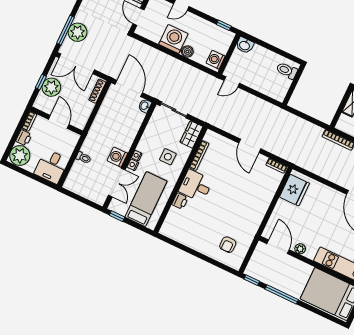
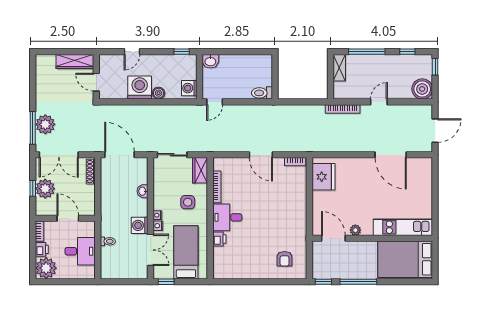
toilet: (287, 71) -> (262, 93), moved
washbasin: (145, 106) -> (143, 191), moved
desk: (51, 167) -> (80, 251), moved, turned -90

